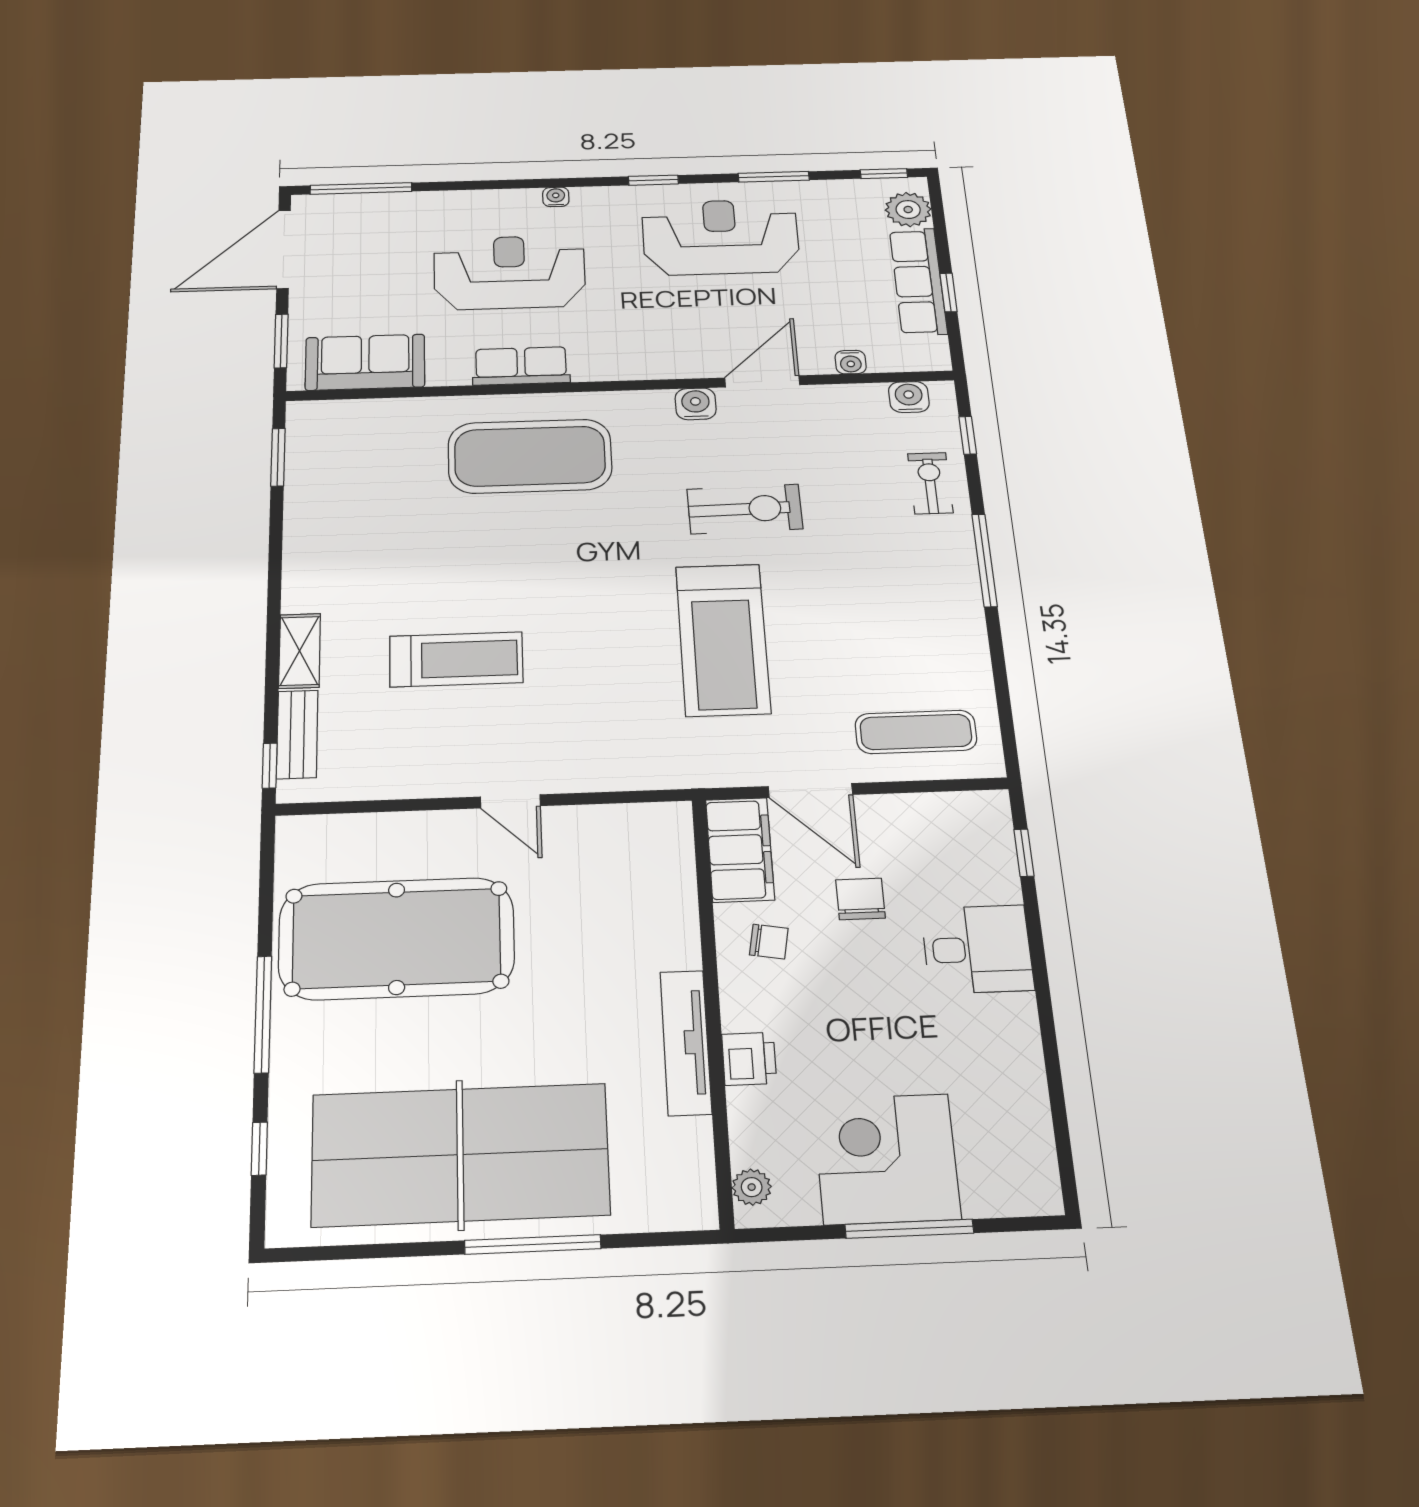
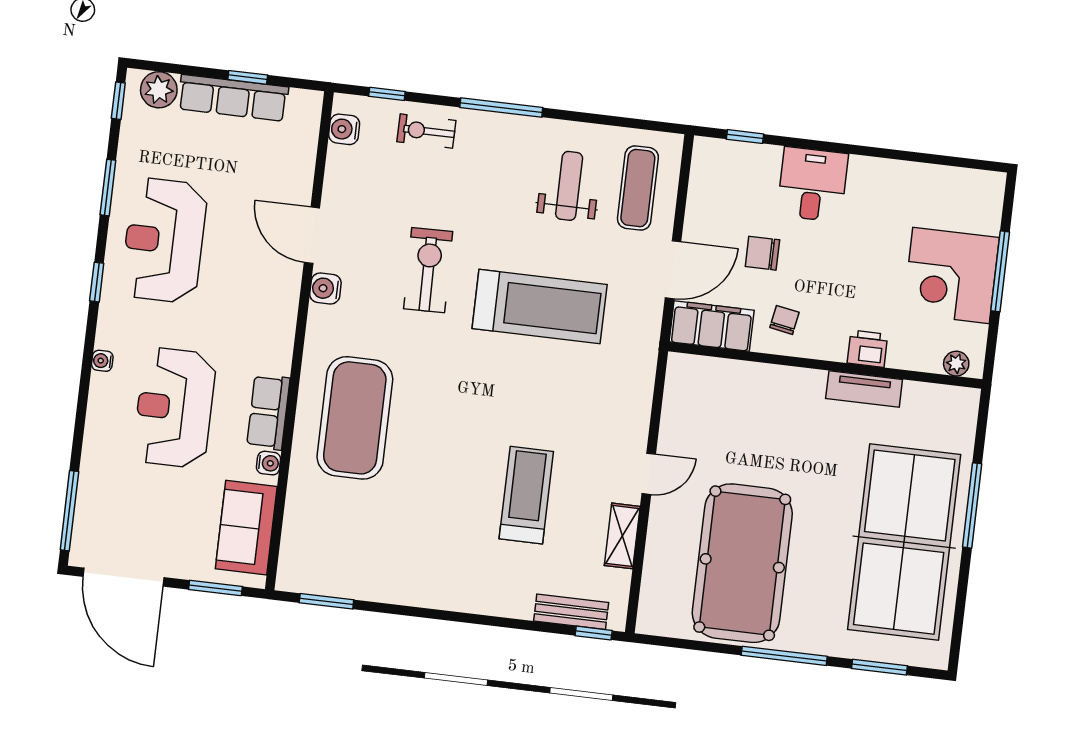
water cooler: (851, 362) -> (268, 463), moved
shelving: (300, 651) -> (622, 536), moved, turned 90
weight bench: (898, 651) -> (569, 186), added
tv unit: (686, 1042) -> (864, 389), width x0.71
window: (259, 1149) -> (879, 667), width x1.50

